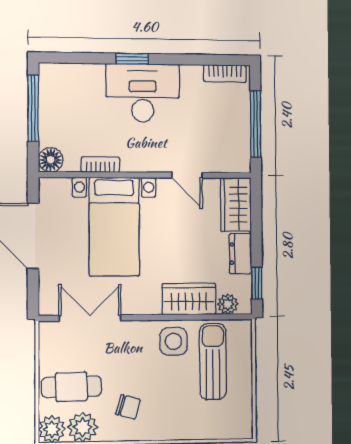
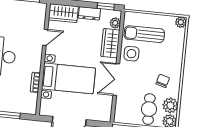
floor lamp: (51, 160) -> (30, 108), removed
double door: (90, 318) -> (116, 79), moved
plant: (242, 428) -> (181, 22), added

